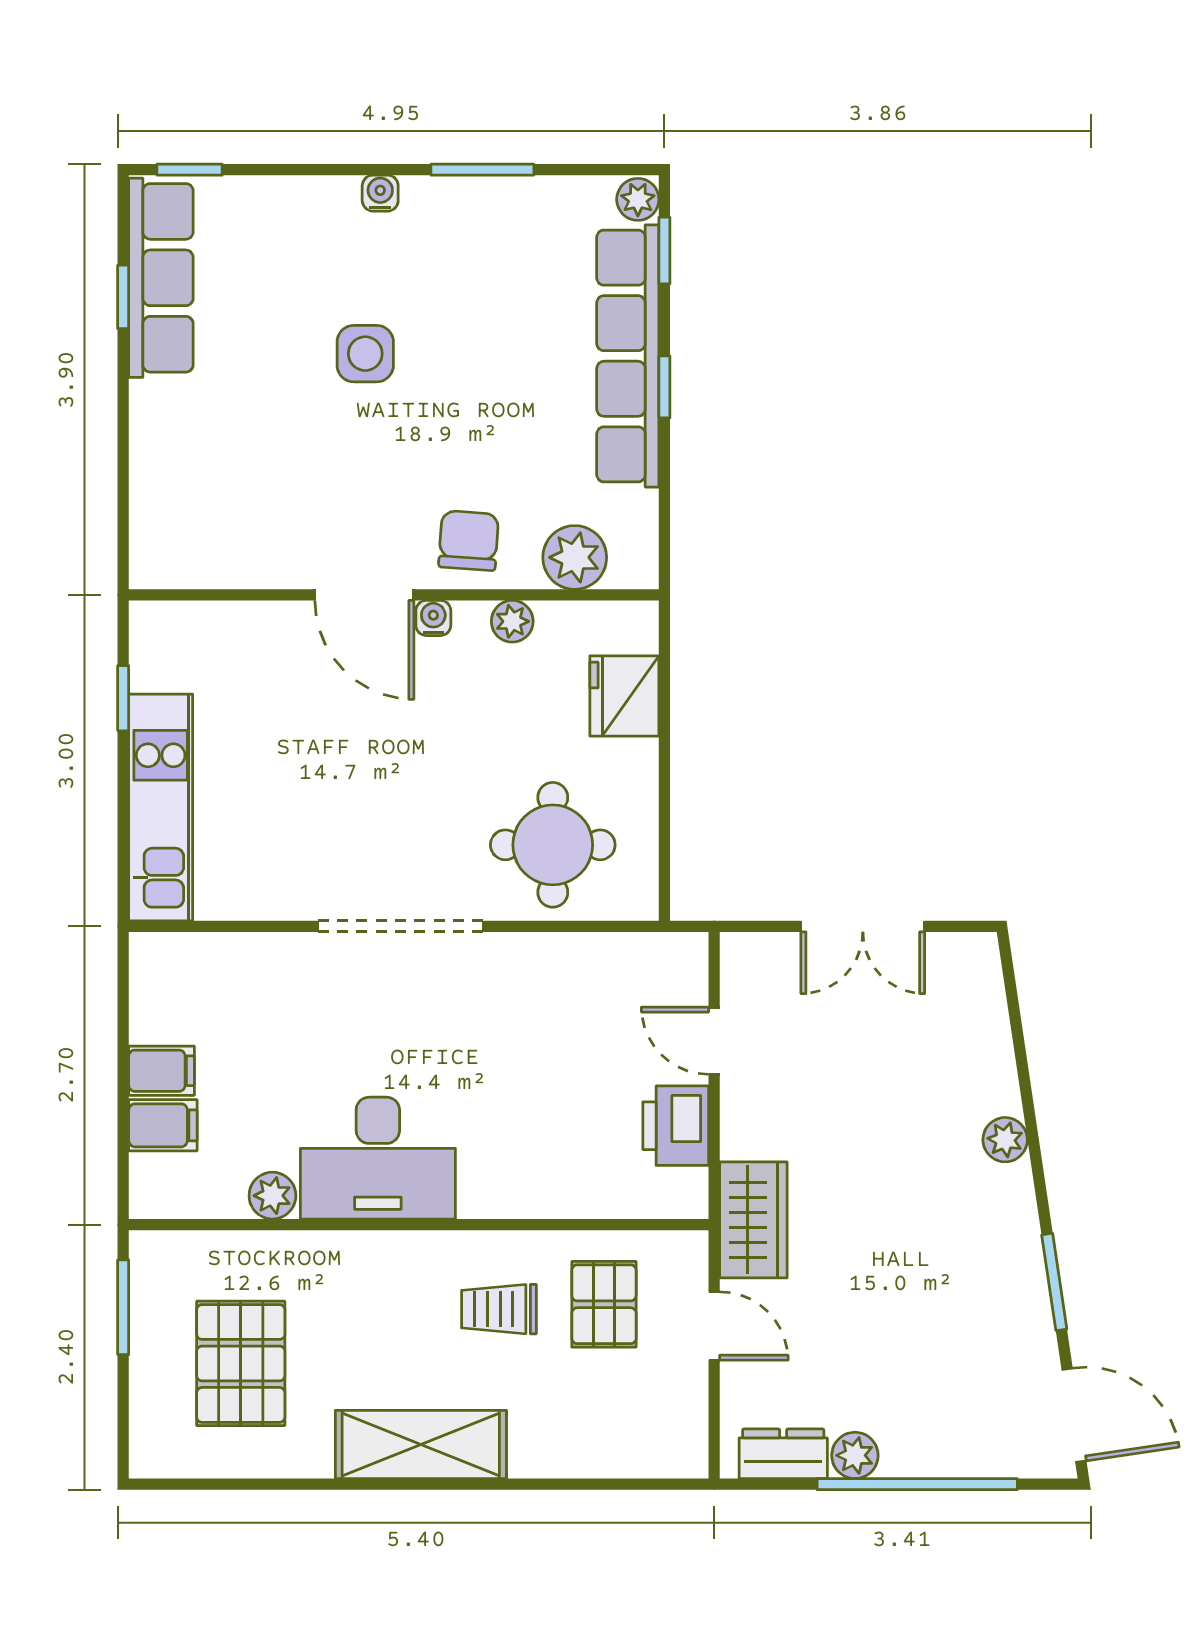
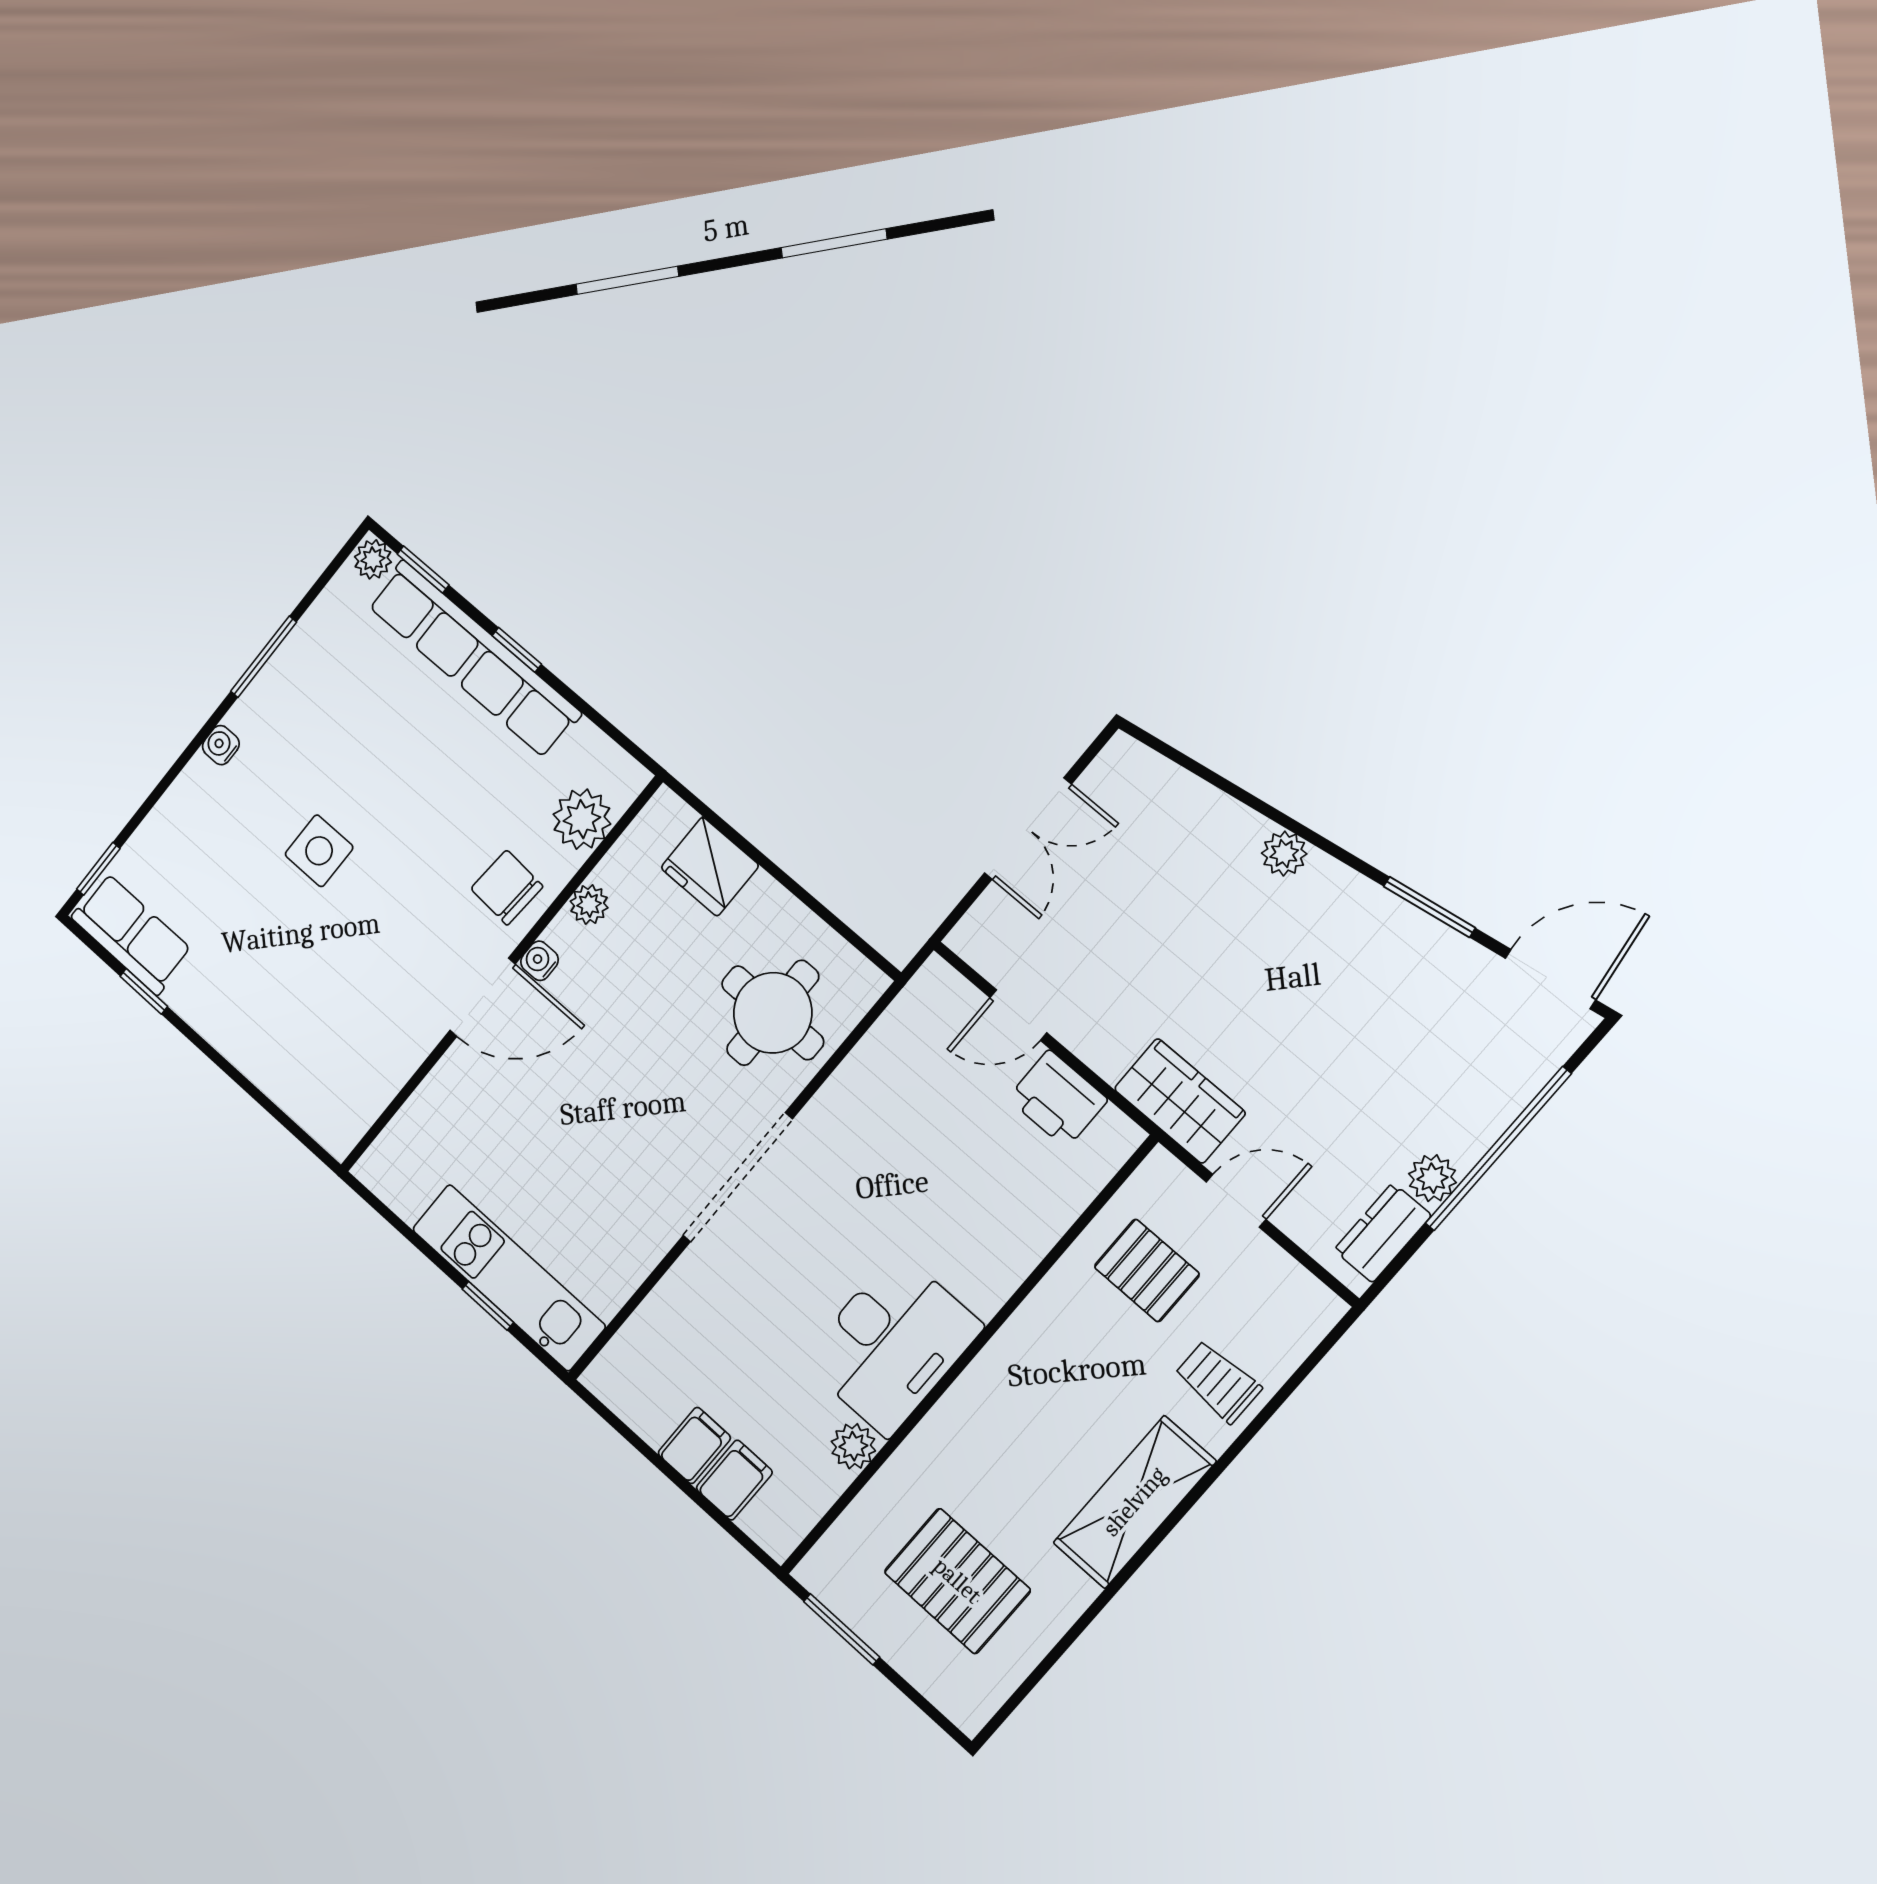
row of seats: (161, 278) -> (132, 934), width x0.68
window: (123, 698) -> (488, 1306), moved
trolley: (499, 1309) -> (1218, 1382), moved, turned 90

